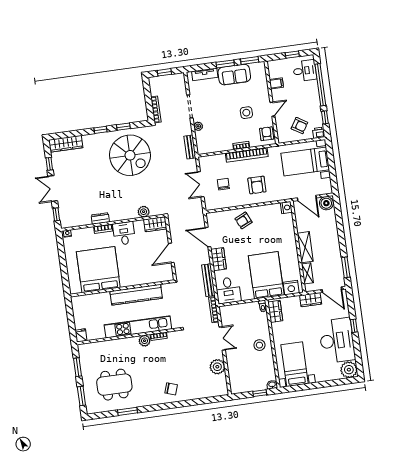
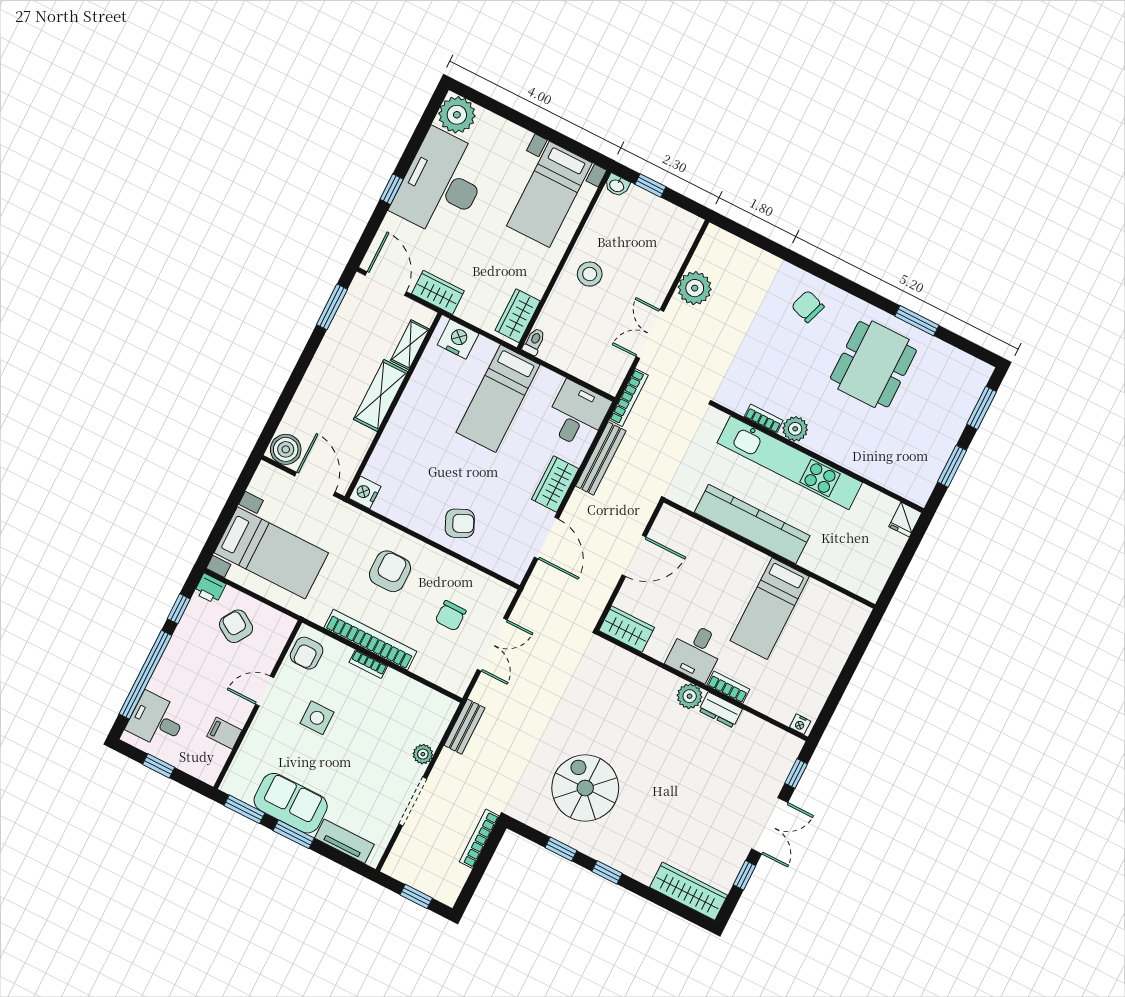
spiral stairs: (130, 155) -> (585, 788), width x0.73, depth x0.73
plant: (144, 212) -> (690, 696), moved
bed: (98, 270) -> (770, 609), width x0.49
bed: (266, 275) -> (498, 399), width x0.67
dining table: (114, 385) -> (873, 364), moved, turned 90

